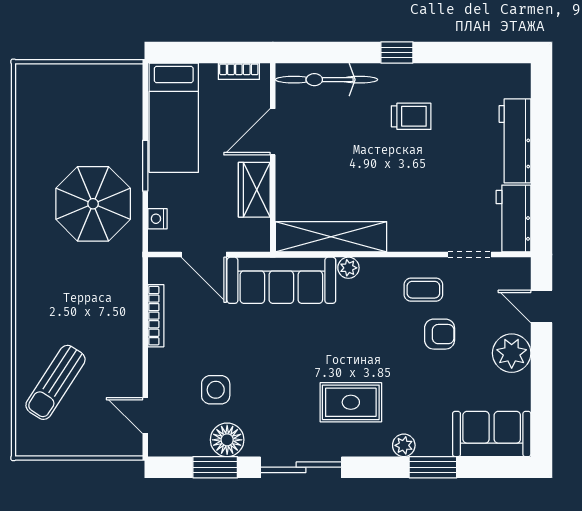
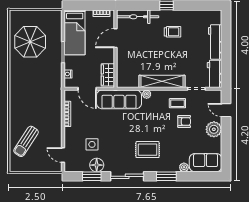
wardrobe: (254, 190) -> (108, 75), moved
parasol: (93, 204) -> (30, 42), moved
shelving: (331, 237) -> (162, 81), moved
plant: (404, 445) -> (184, 167), moved
window: (433, 467) -> (166, 176), moved

